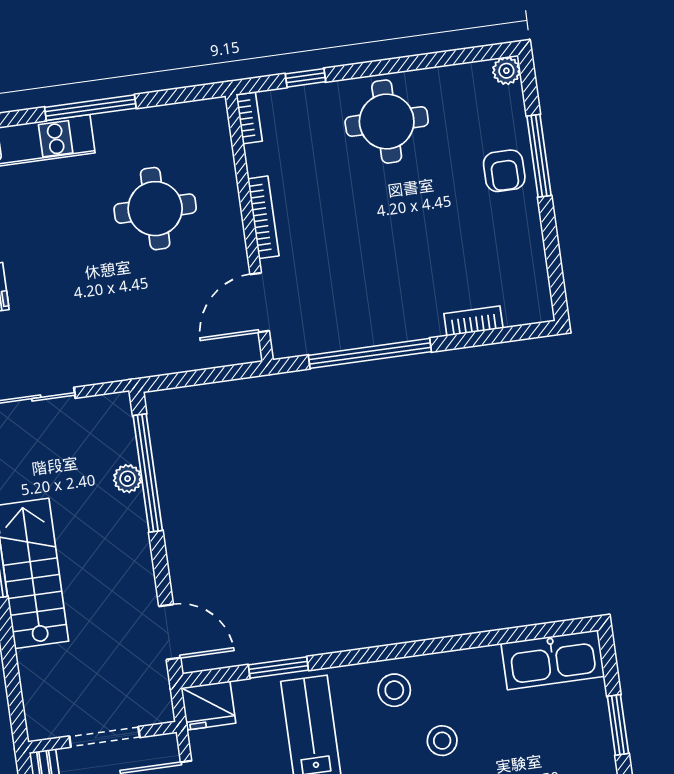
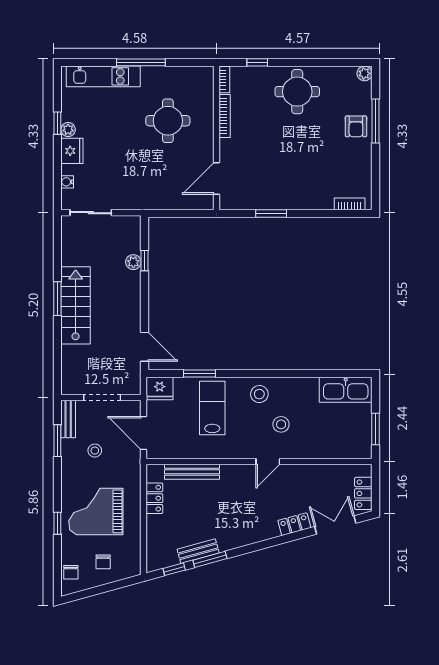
bookcase: (263, 217) -> (225, 116), moved
bookcase: (473, 321) -> (350, 204), moved
window: (370, 353) -> (271, 214), width x0.47
window: (148, 473) -> (144, 261), width x0.32

